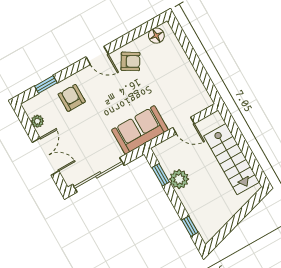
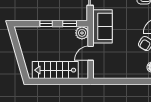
plant: (179, 179) -> (82, 33), moved
window: (190, 226) -> (46, 24), moved

